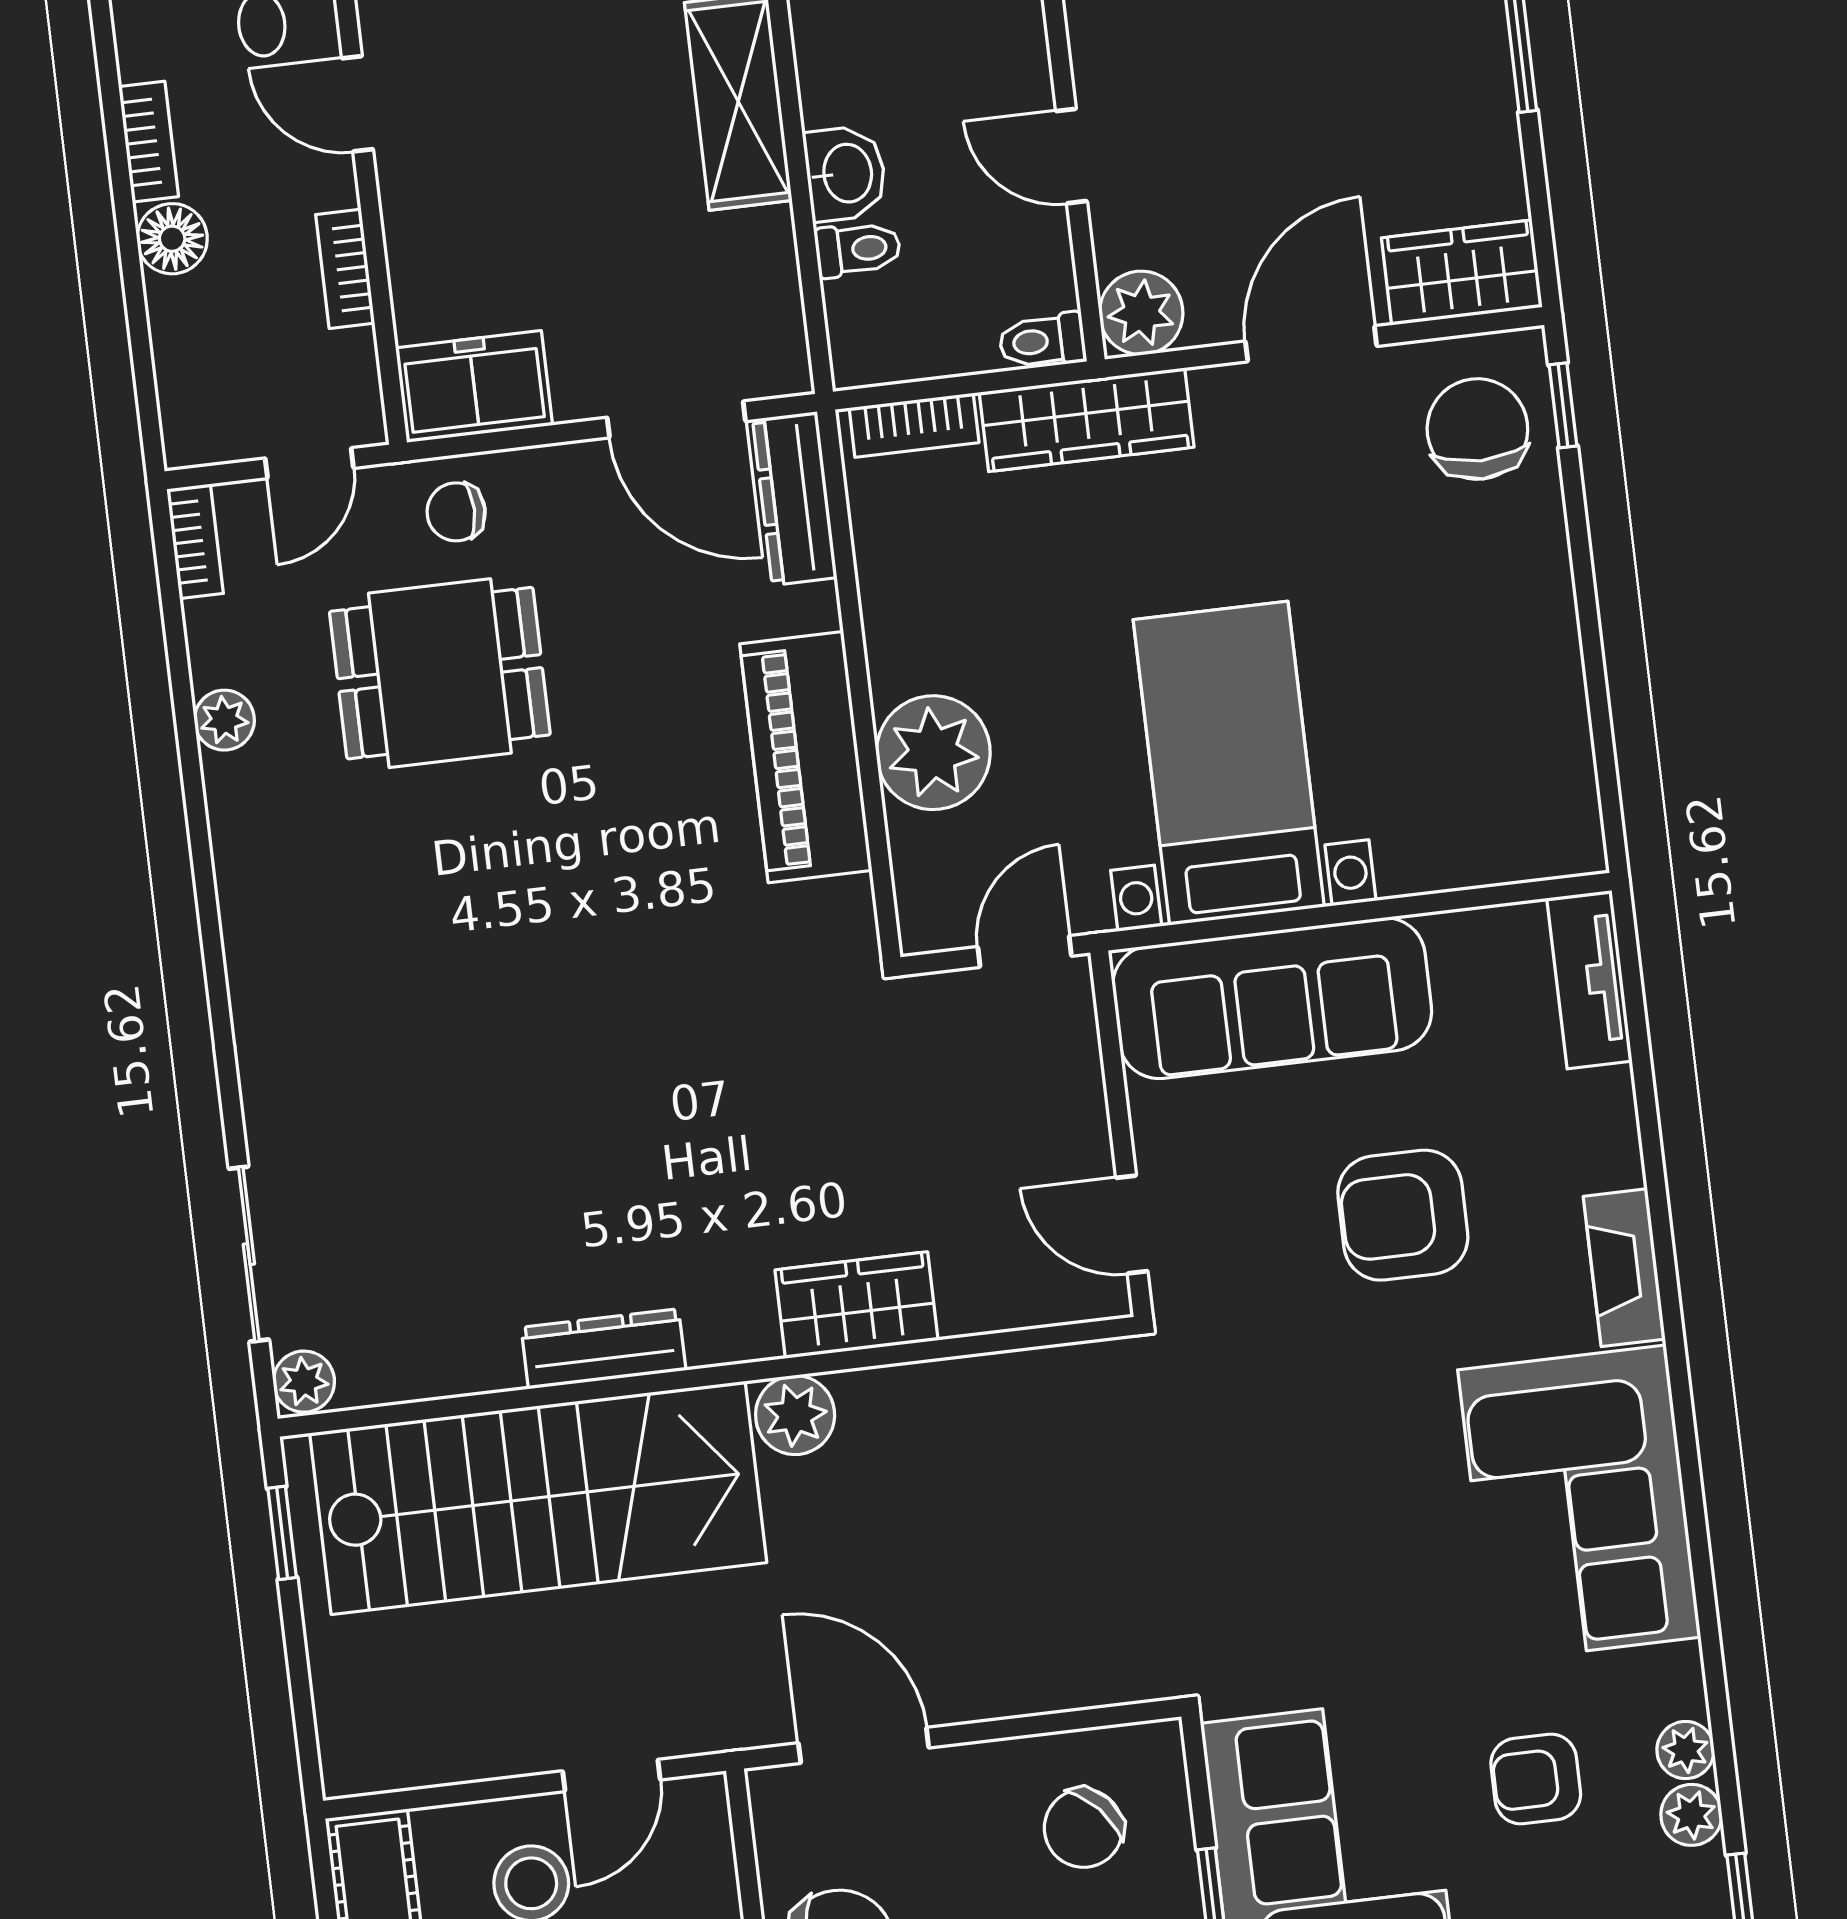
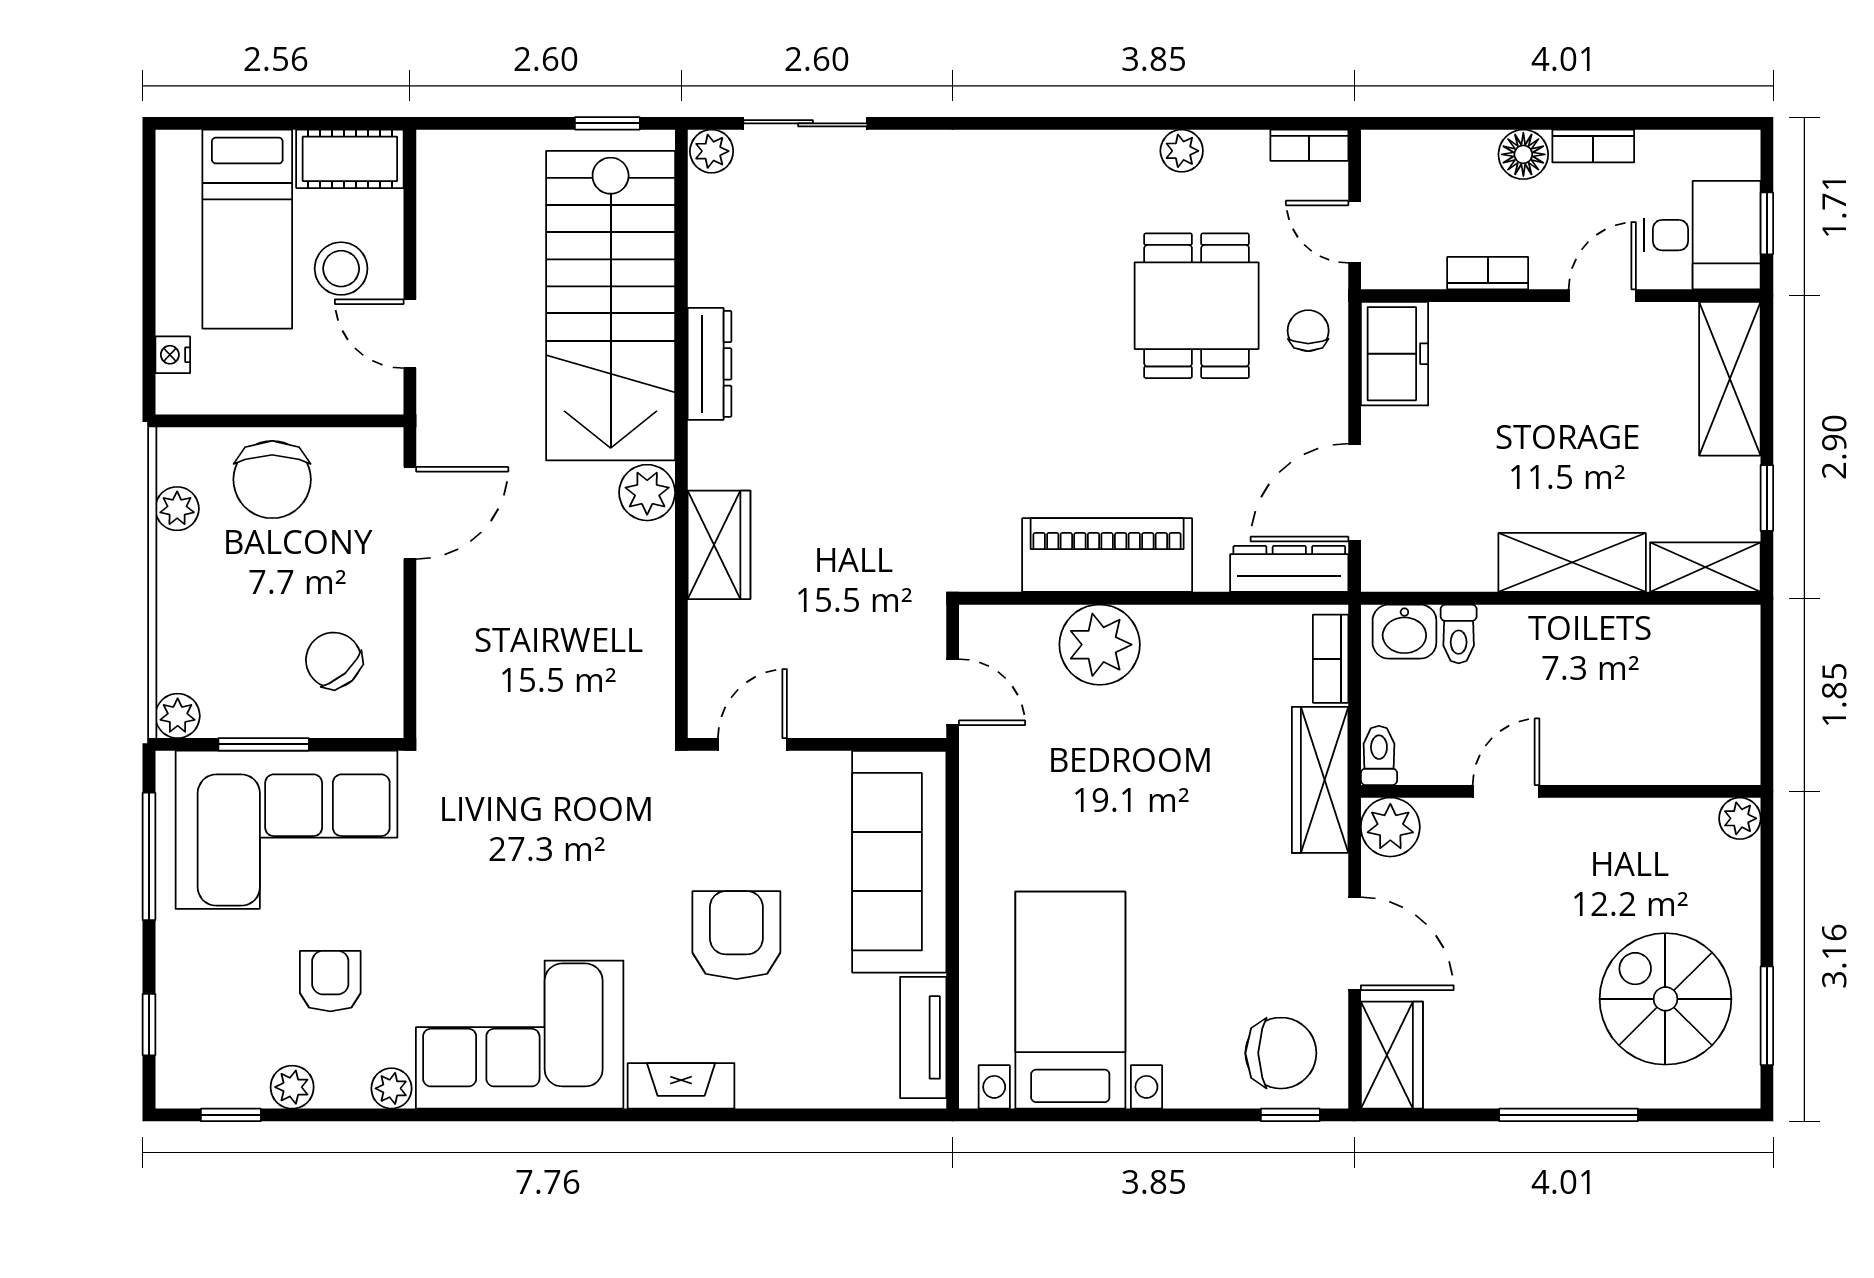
washbasin: (845, 173) -> (1404, 632), moved
bed with nightstands: (1229, 763) -> (1070, 1000), moved, turned -90
tv unit: (1589, 980) -> (923, 1037), moved, turned -90
plant: (1686, 1750) -> (391, 1088), moved

